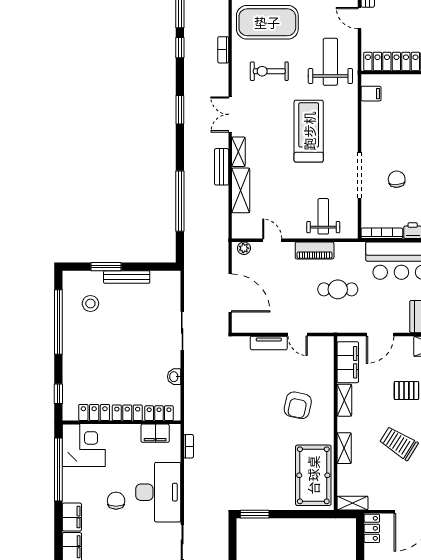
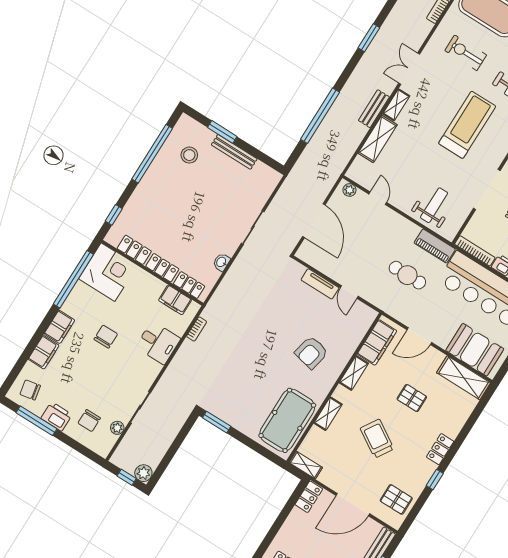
piano: (315, 250) -> (435, 246), moved
desk: (158, 492) -> (158, 343), width x0.53, depth x0.77

